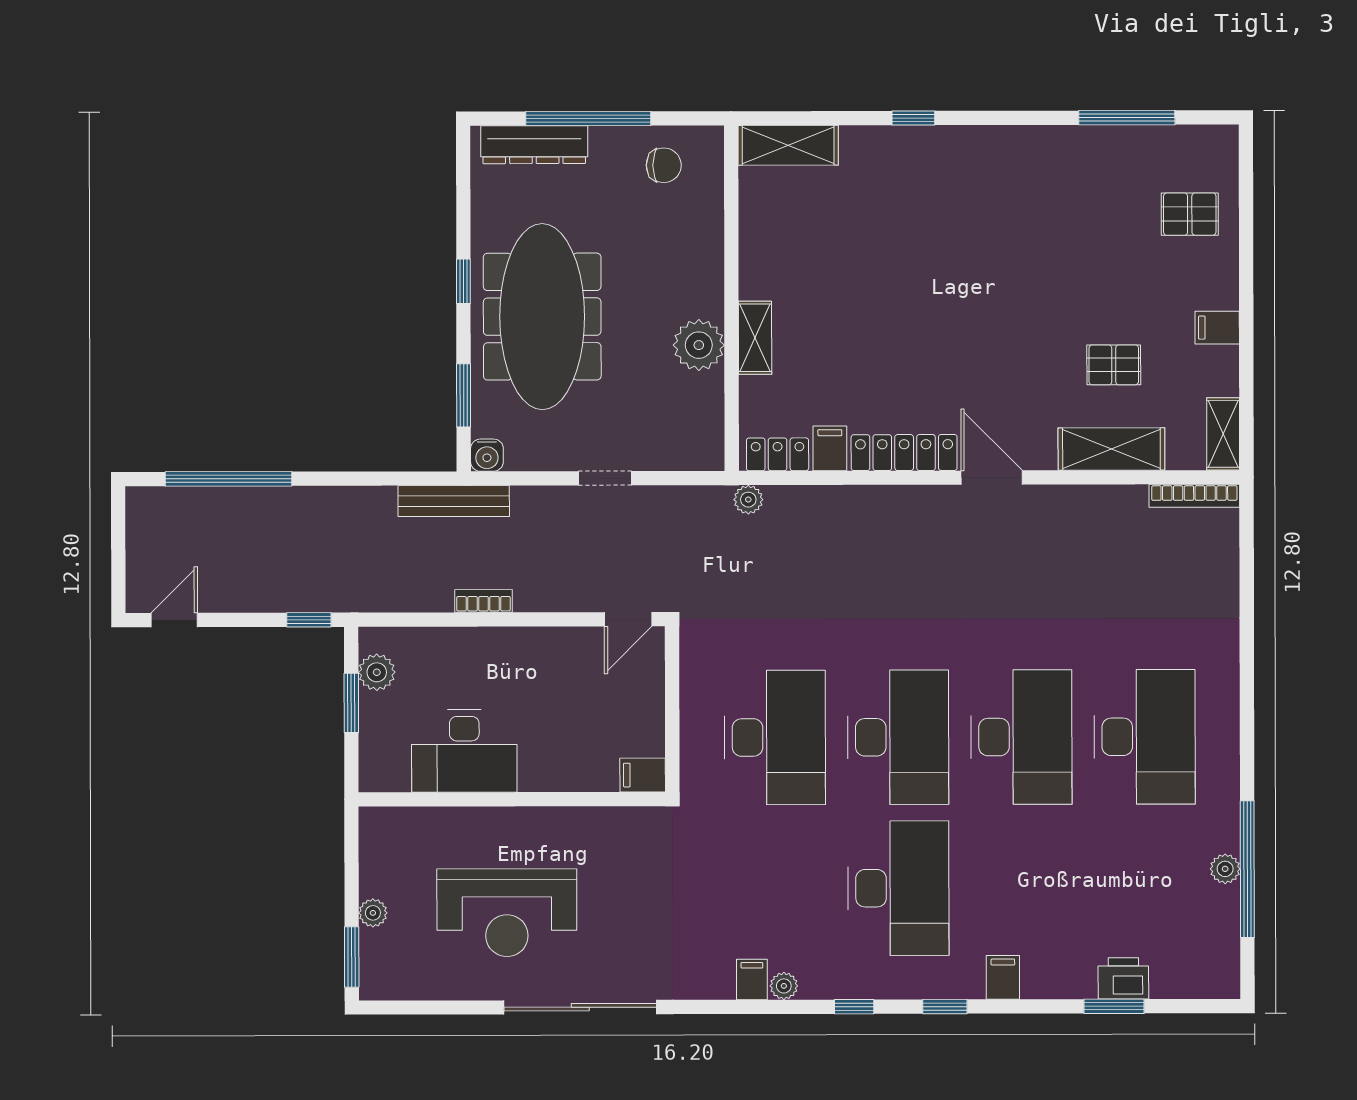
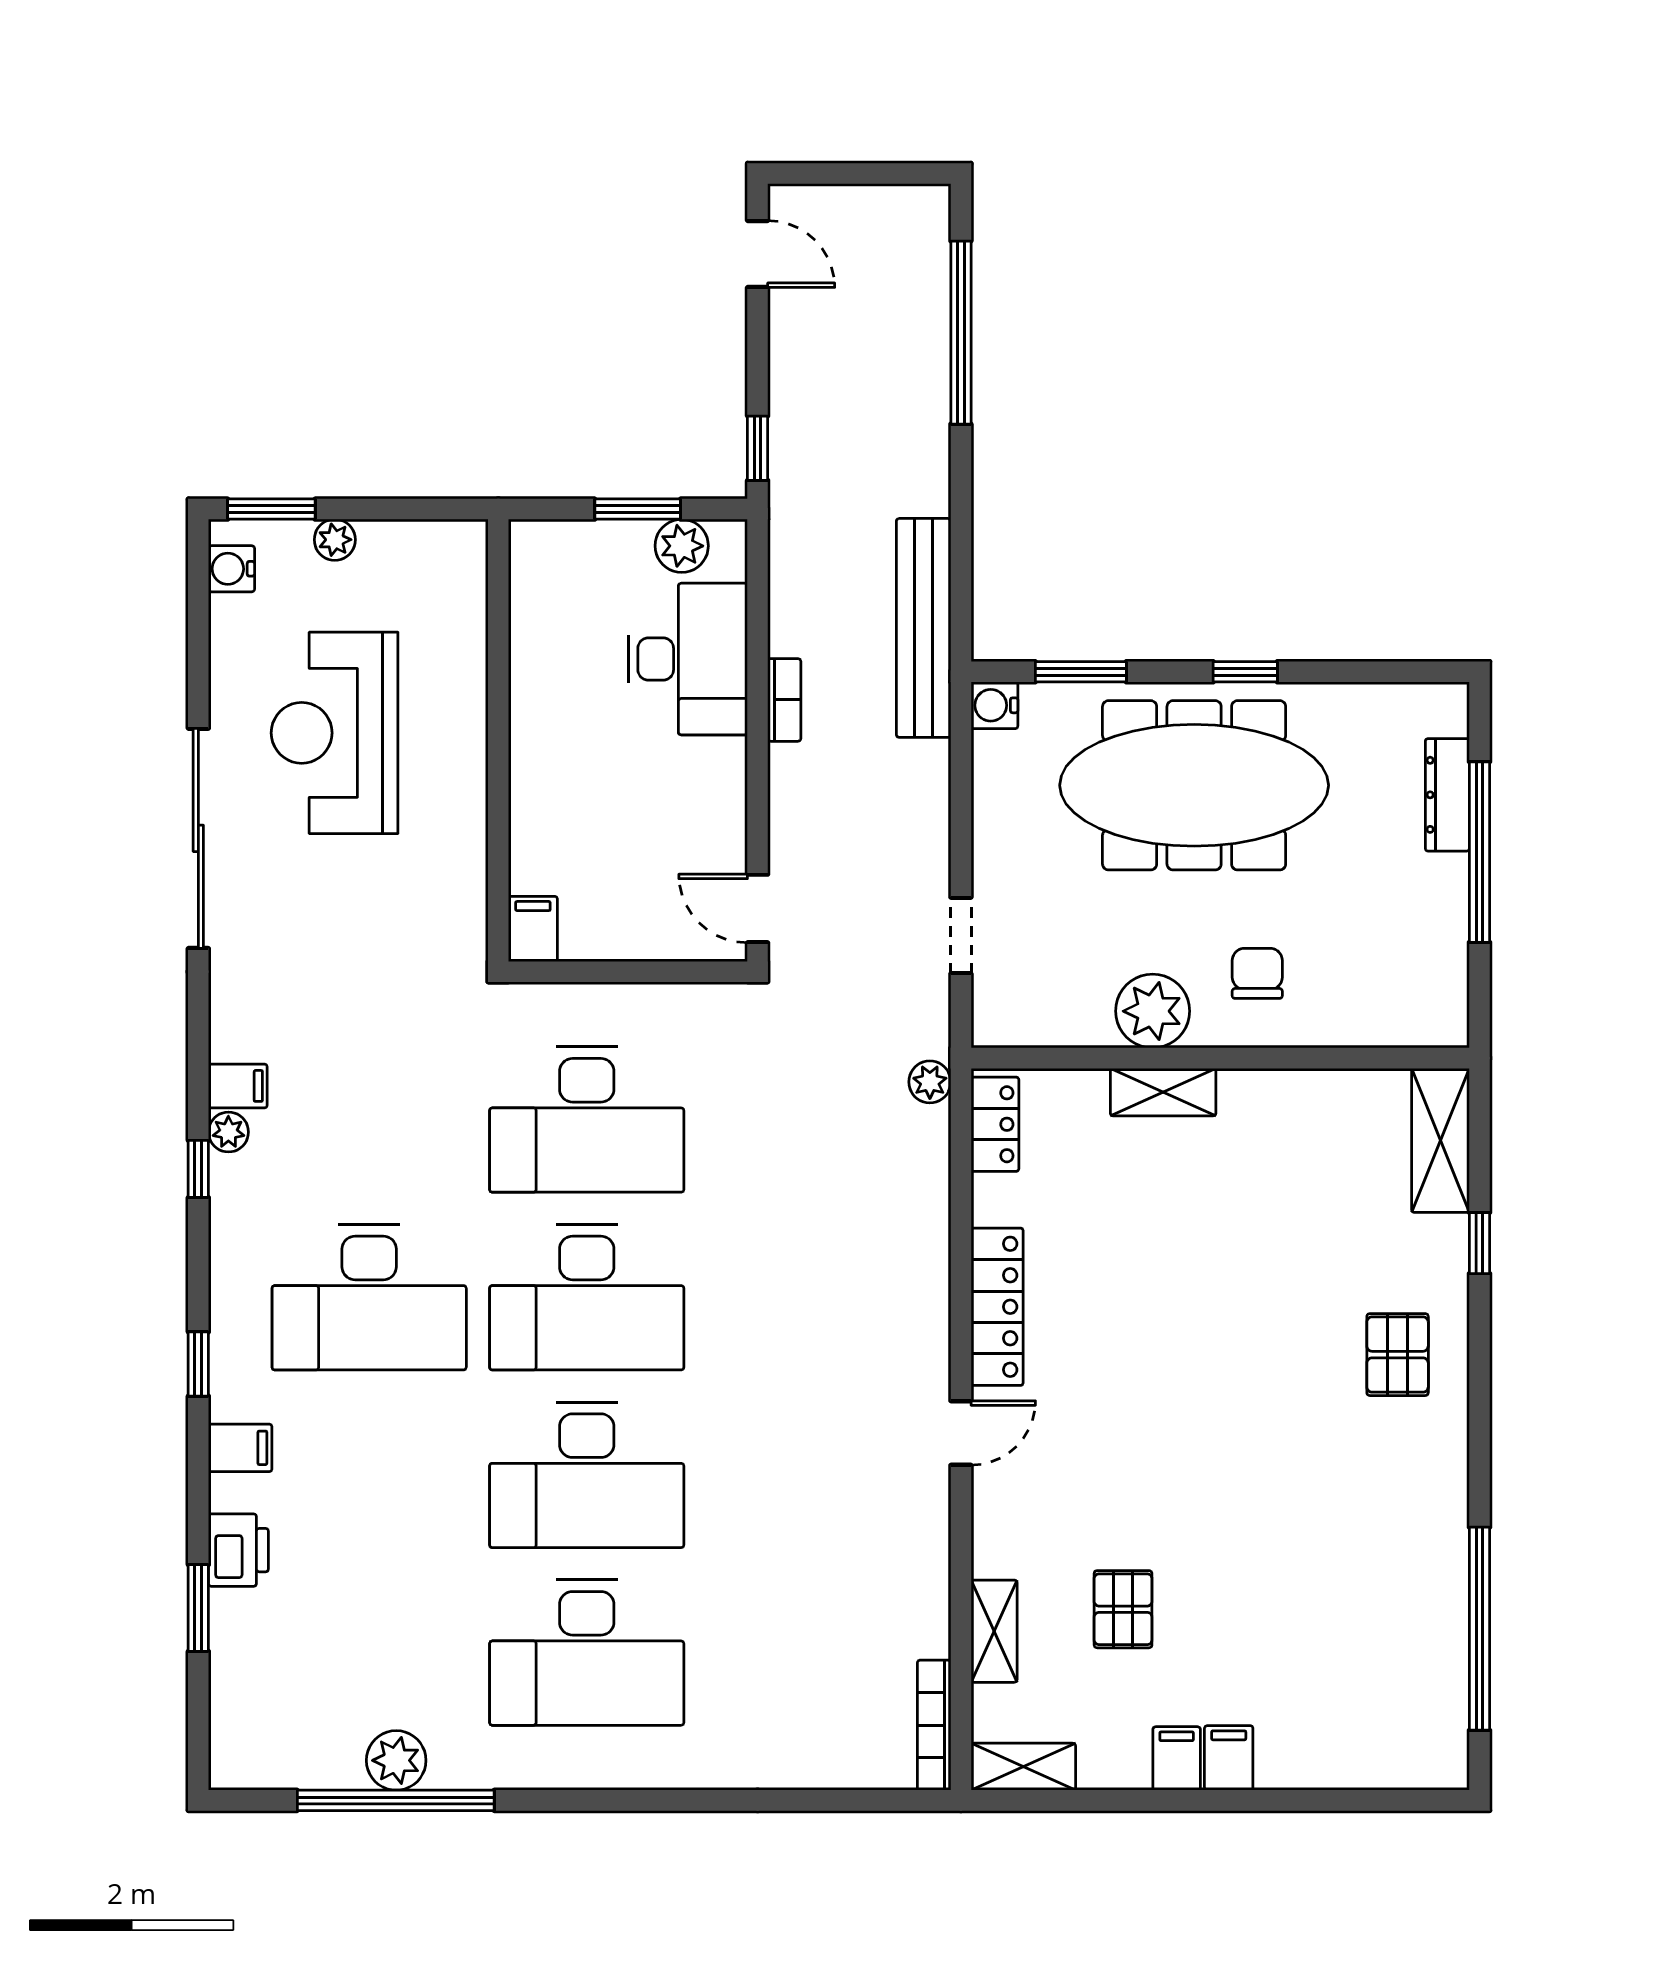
window: (913, 118) -> (1480, 1243), moved
window: (1127, 118) -> (1480, 1629), width x1.46
dresser: (534, 145) -> (1447, 795), width x0.73, depth x0.80
chair: (664, 165) -> (1257, 973), moved, turned 180
pallet: (1190, 214) -> (1398, 1355), moved
filing cabinet: (830, 448) -> (1229, 1758), moved, turned -90
shelving: (1111, 449) -> (994, 1631), width x0.67, depth x0.75
doorway: (605, 478) -> (961, 936), moved
door: (992, 478) -> (961, 1433), width x0.73
bench: (454, 501) -> (924, 628), width x1.37, depth x1.21
desk: (464, 751) -> (688, 659), moved, turned 180
plant: (1225, 869) -> (396, 1760), width x1.38, depth x1.38
printer: (1123, 978) -> (238, 1550), moved
water cooler: (393, 984) -> (232, 569), added
window: (854, 1007) -> (198, 1169), moved

